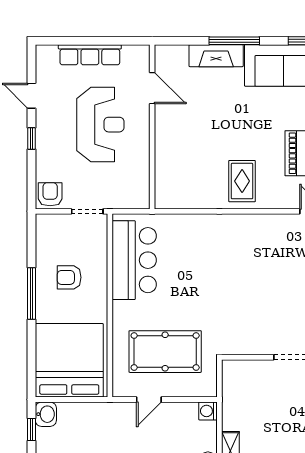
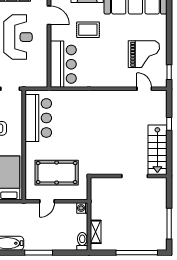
bar counter: (176, 170) -> (63, 64), added
rug: (242, 181) -> (88, 30), moved, turned 90

